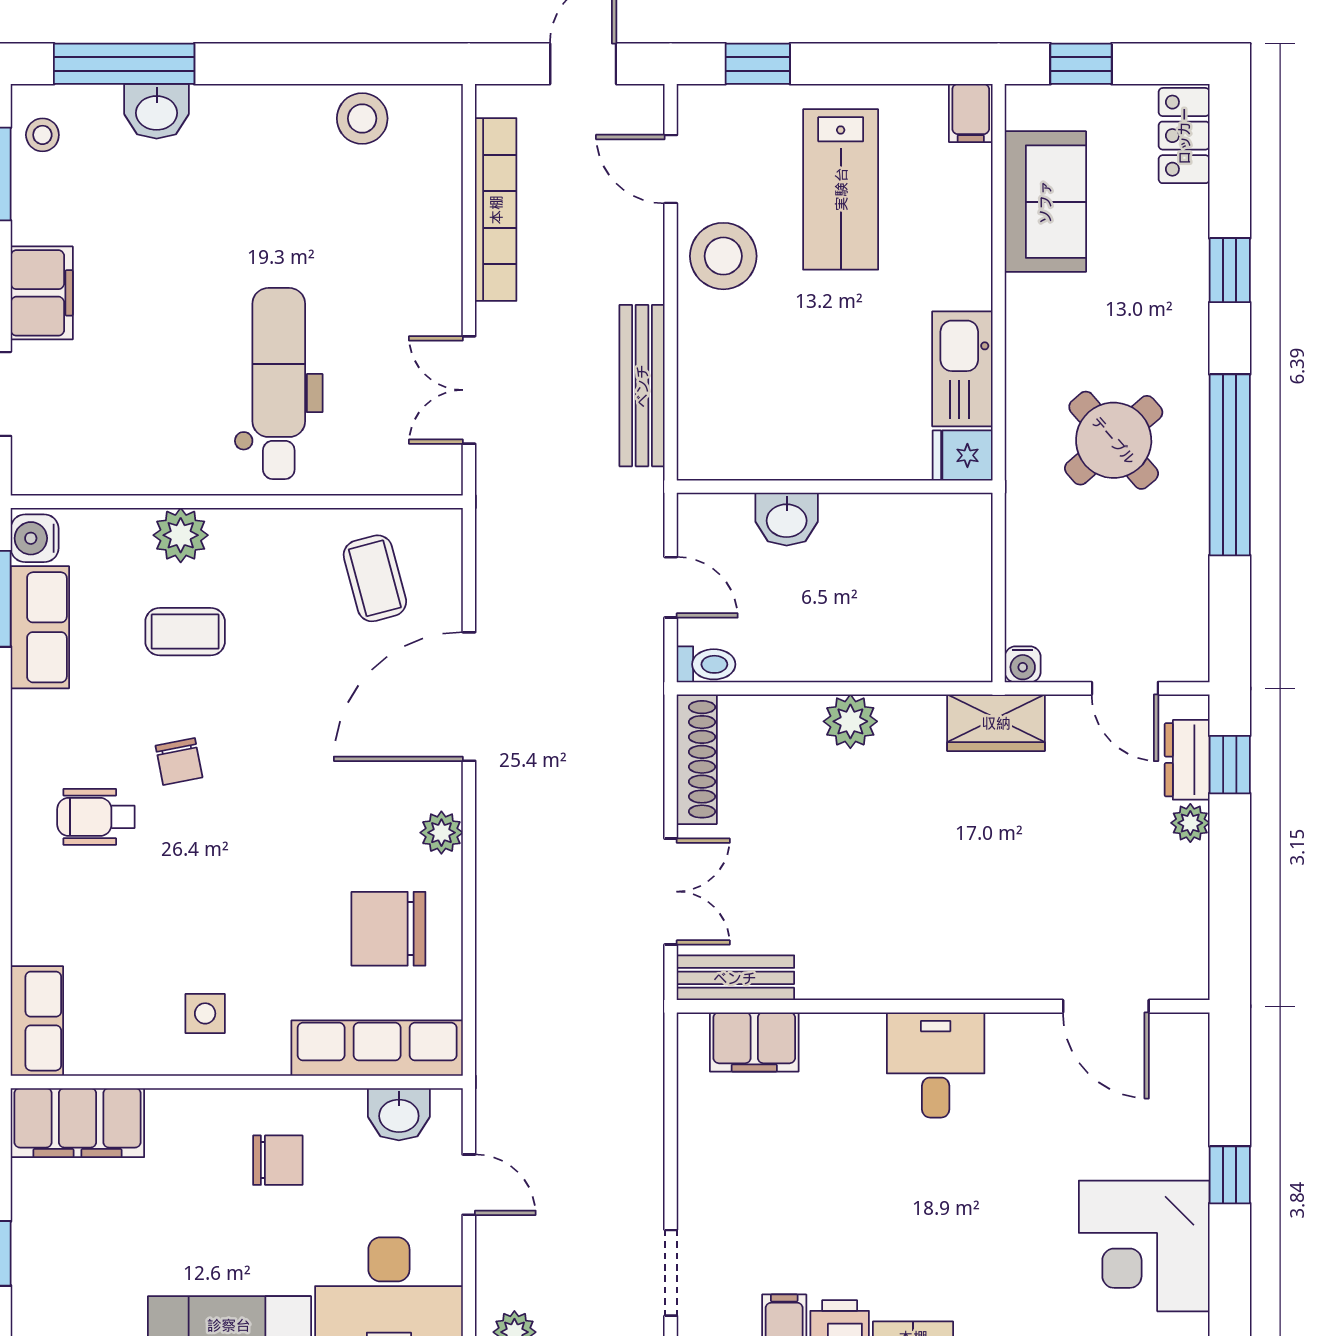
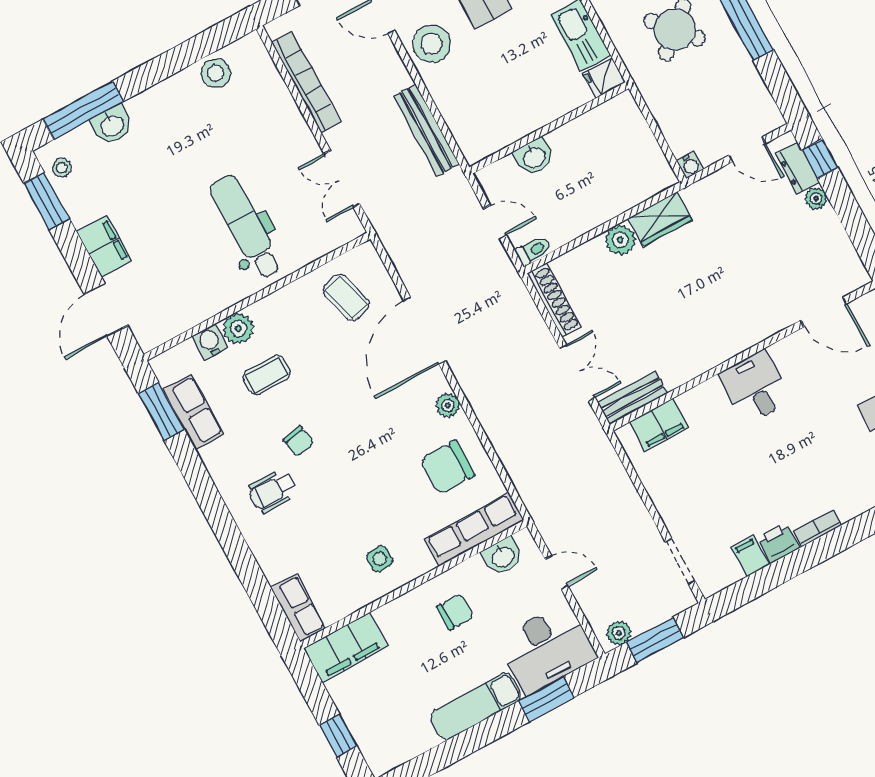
water cooler: (35, 538) -> (210, 342), moved, turned 90
wardrobe: (996, 723) -> (660, 219), moved

